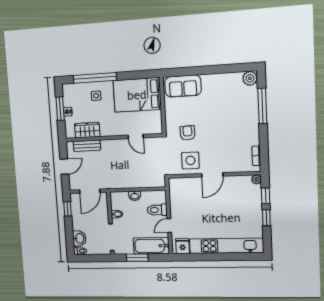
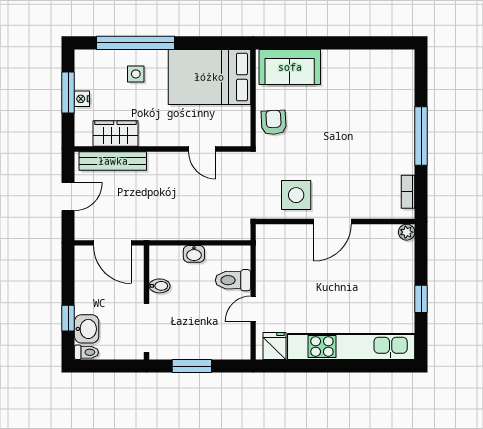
plant: (250, 78) -> (402, 61), removed
window: (262, 106) -> (421, 136), moved
armchair: (188, 133) -> (274, 122), moved
bench: (87, 146) -> (113, 161), width x1.36
door: (90, 191) -> (112, 243), hinge flipped
window: (266, 196) -> (421, 261), removed
window: (67, 209) -> (68, 318), moved
bathtub: (151, 246) -> (219, 345), removed

